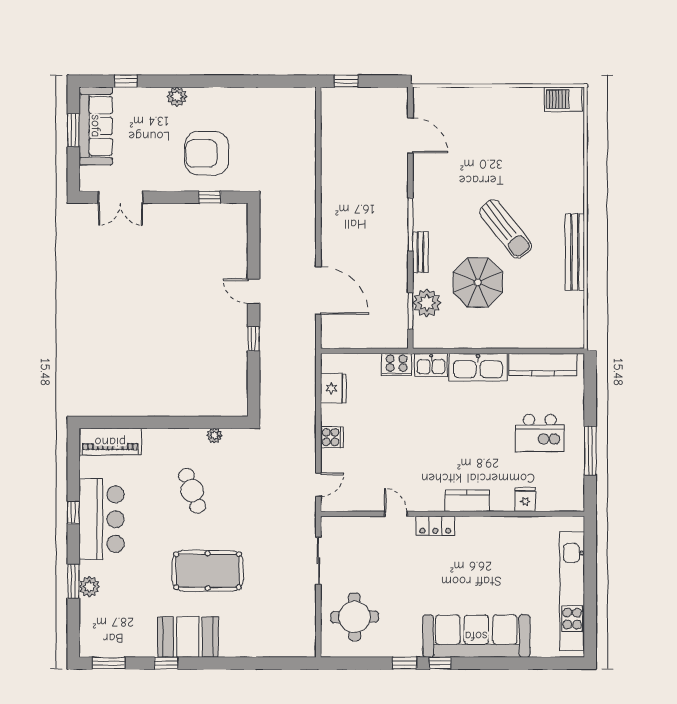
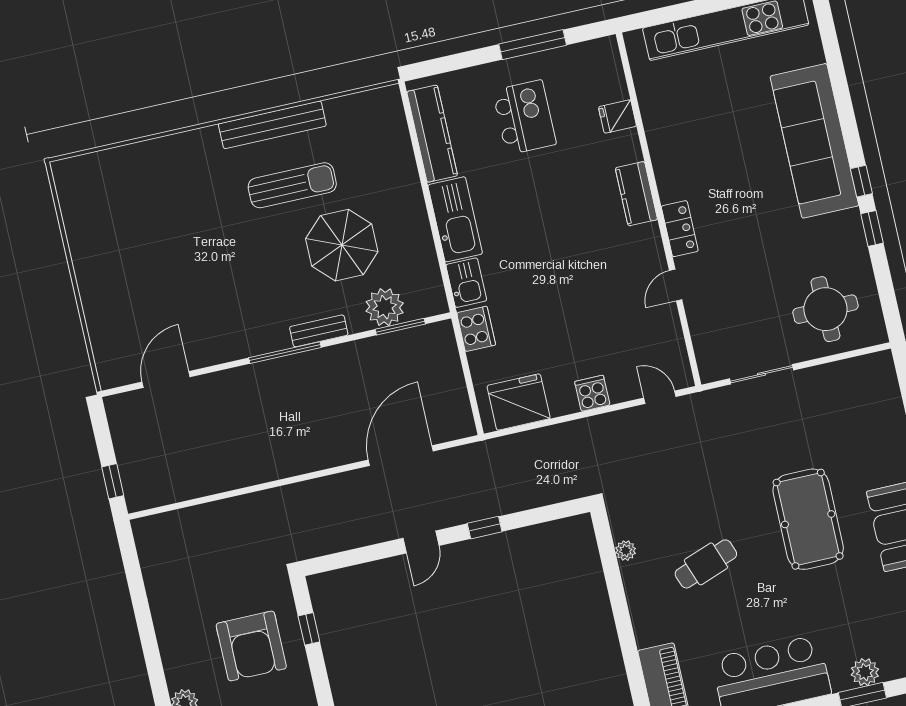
barbecue: (563, 99) -> (72, 187), removed
sun lounger: (506, 229) -> (292, 185), moved, turned 38
fridge: (333, 388) -> (519, 402), width x1.36, depth x1.34

